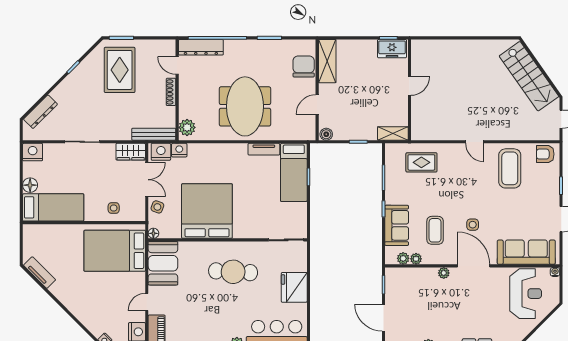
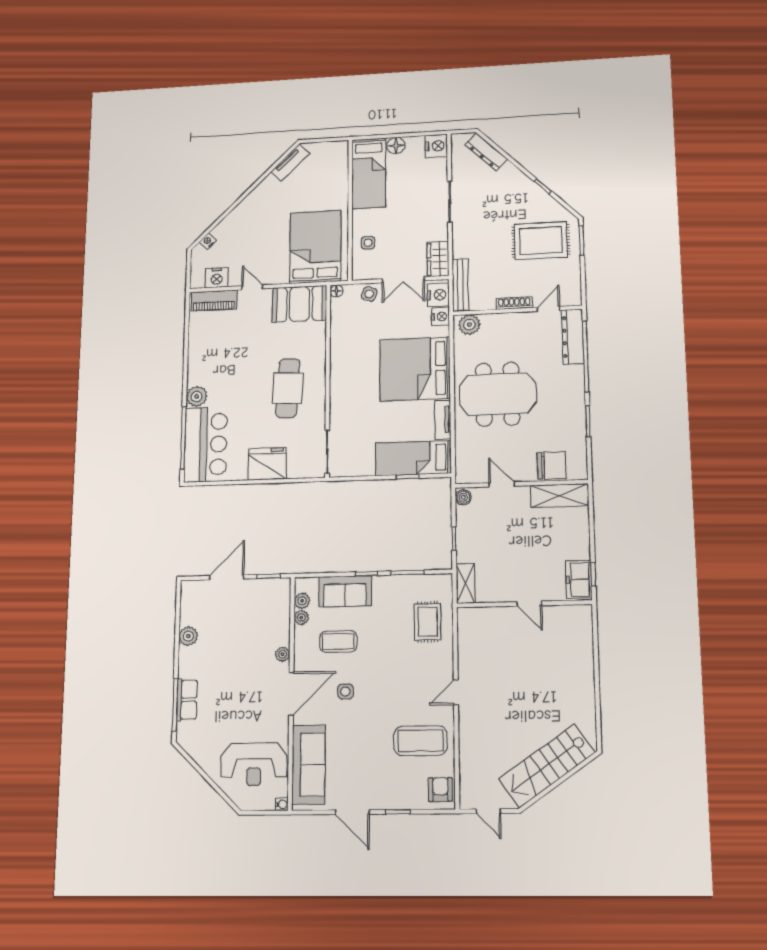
bed: (207, 211) -> (415, 369), moved, turned 180

